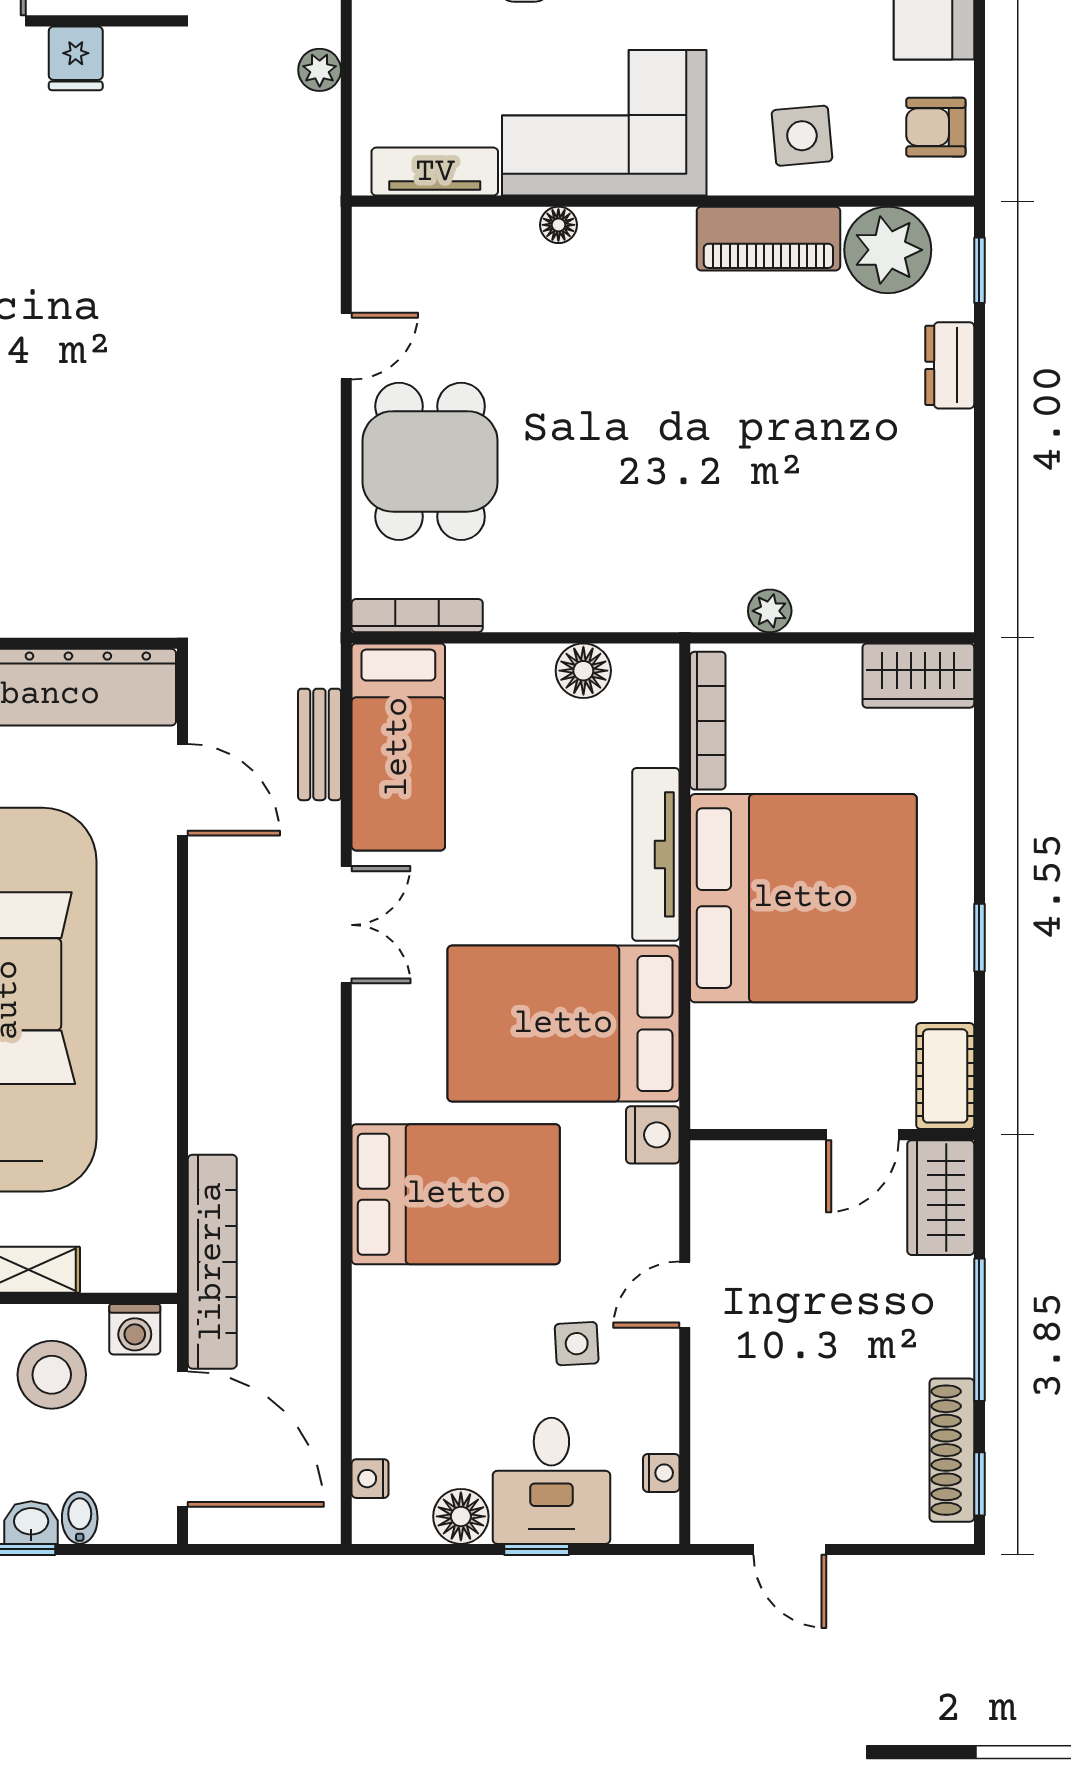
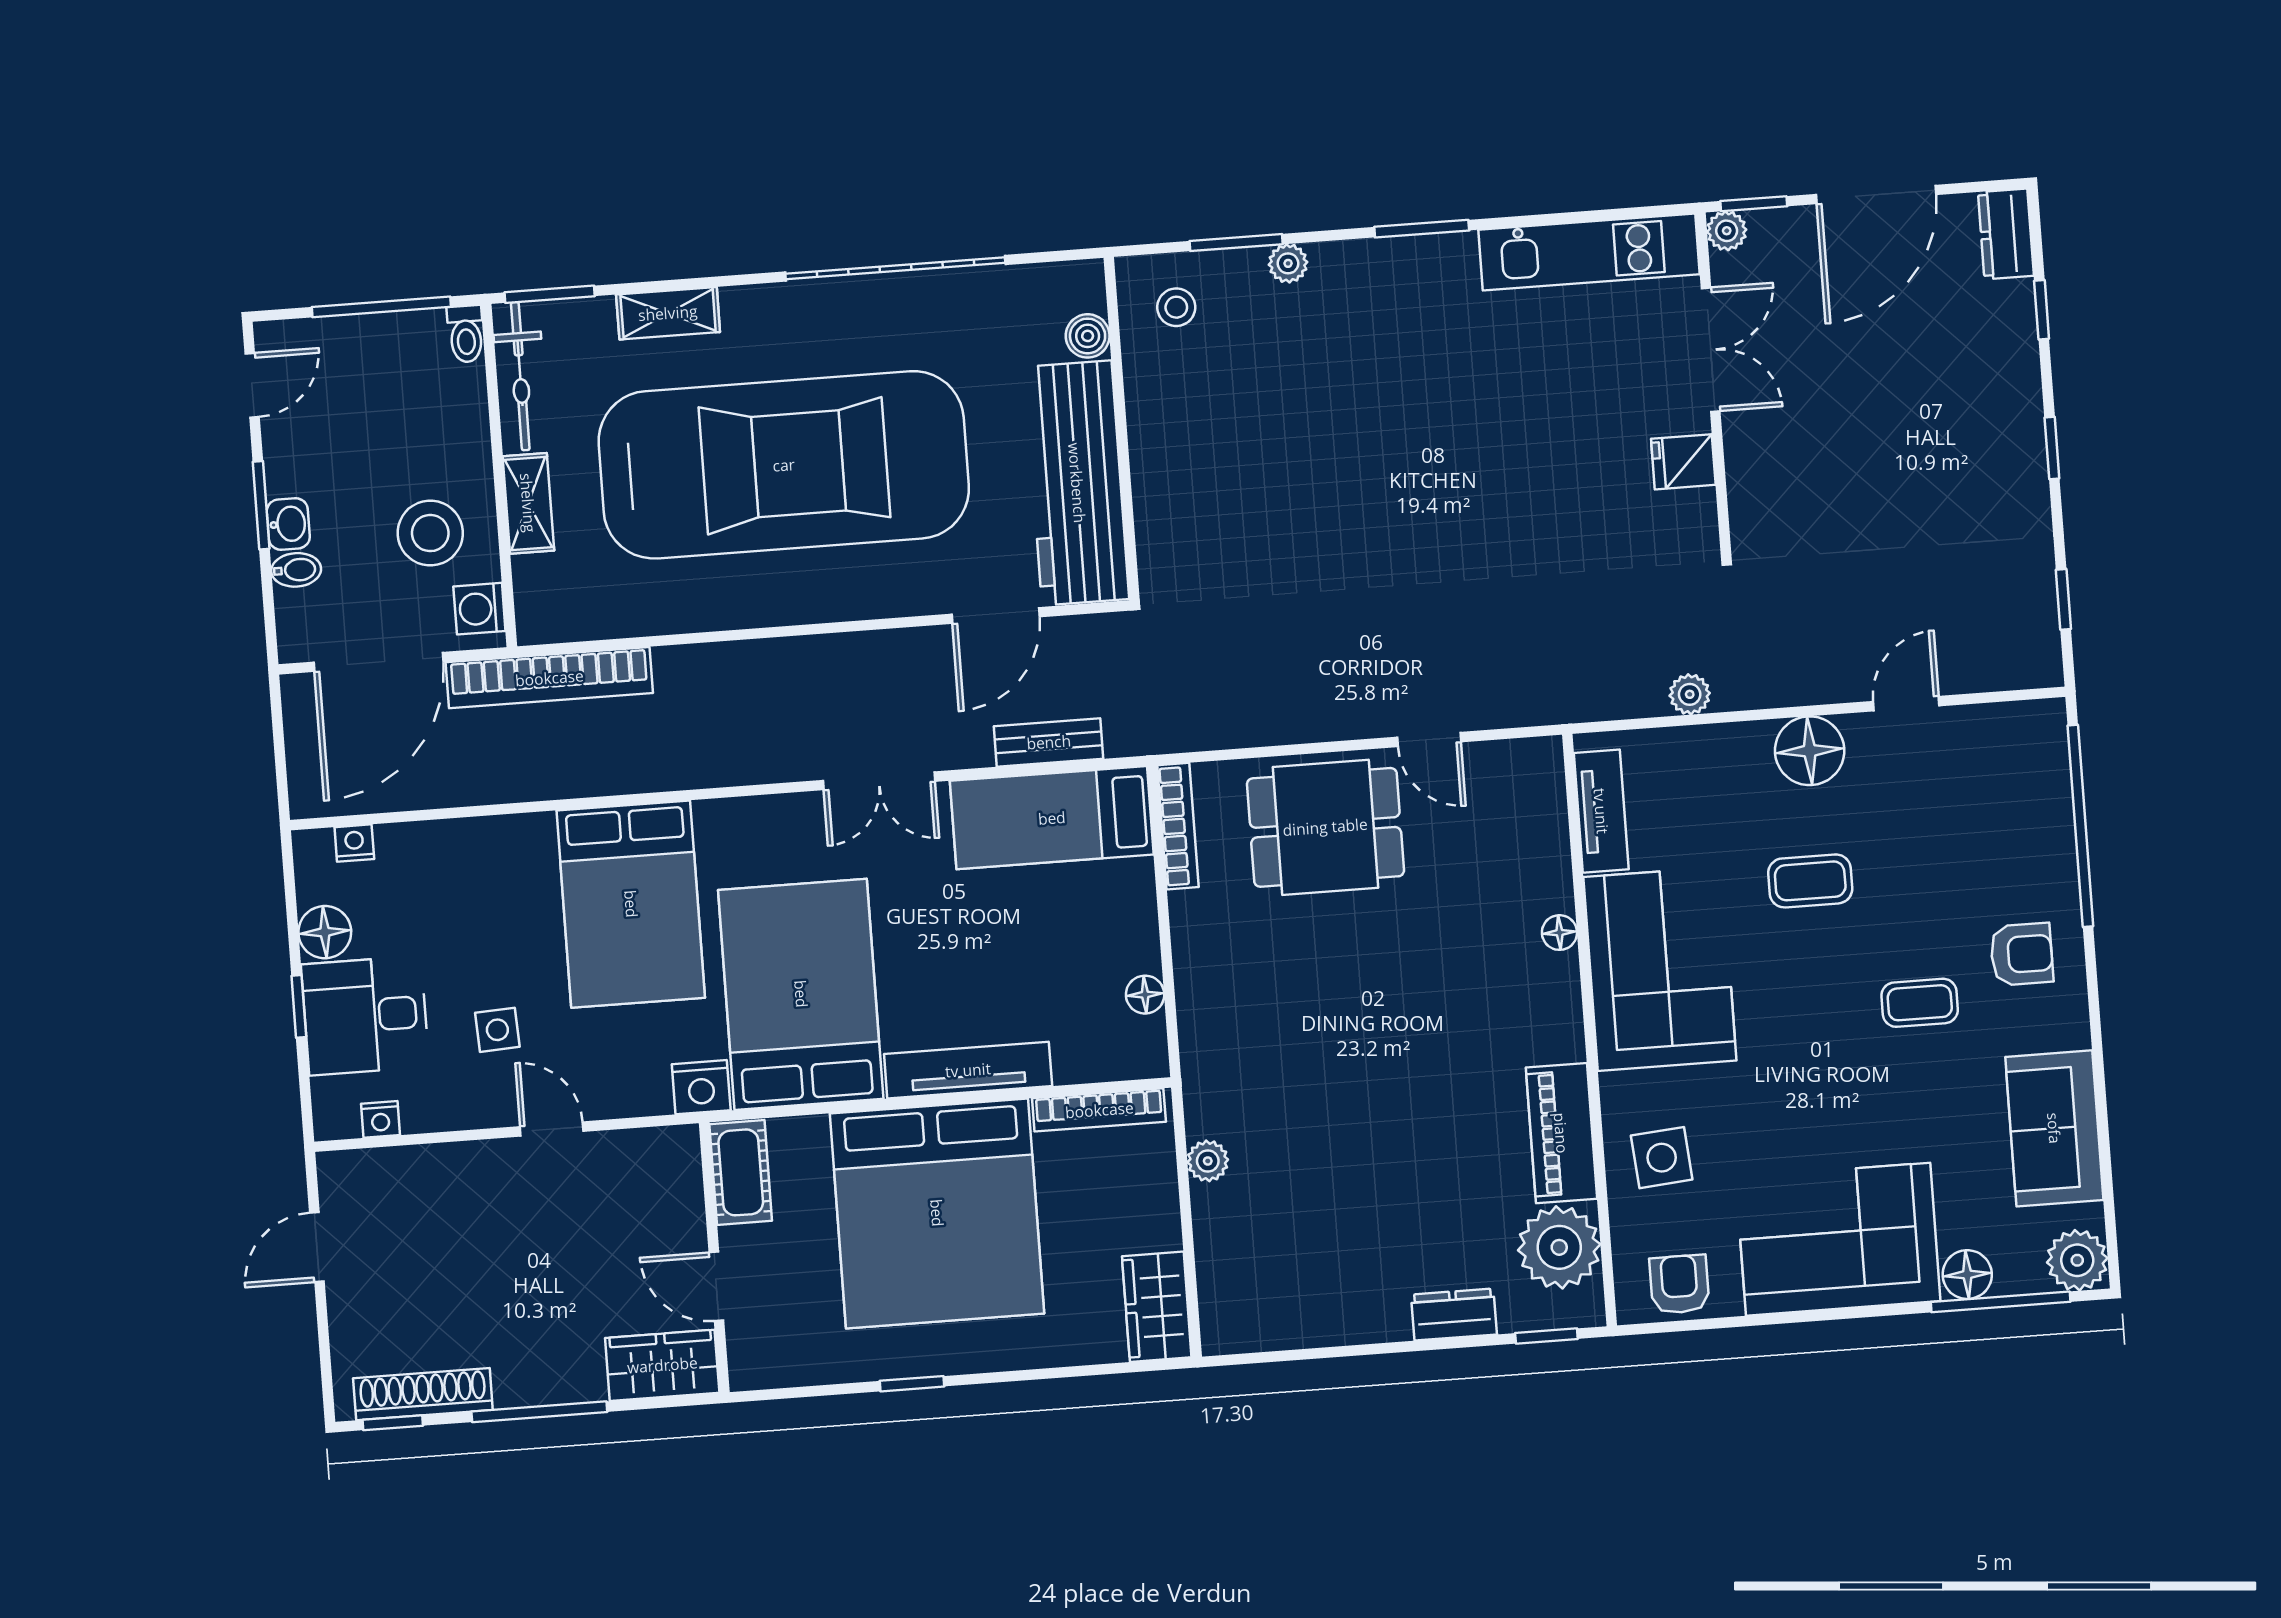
floor lamp: (583, 671) -> (1145, 995), width x0.73, depth x0.73
cot: (945, 1076) -> (741, 1172), moved, turned 90

